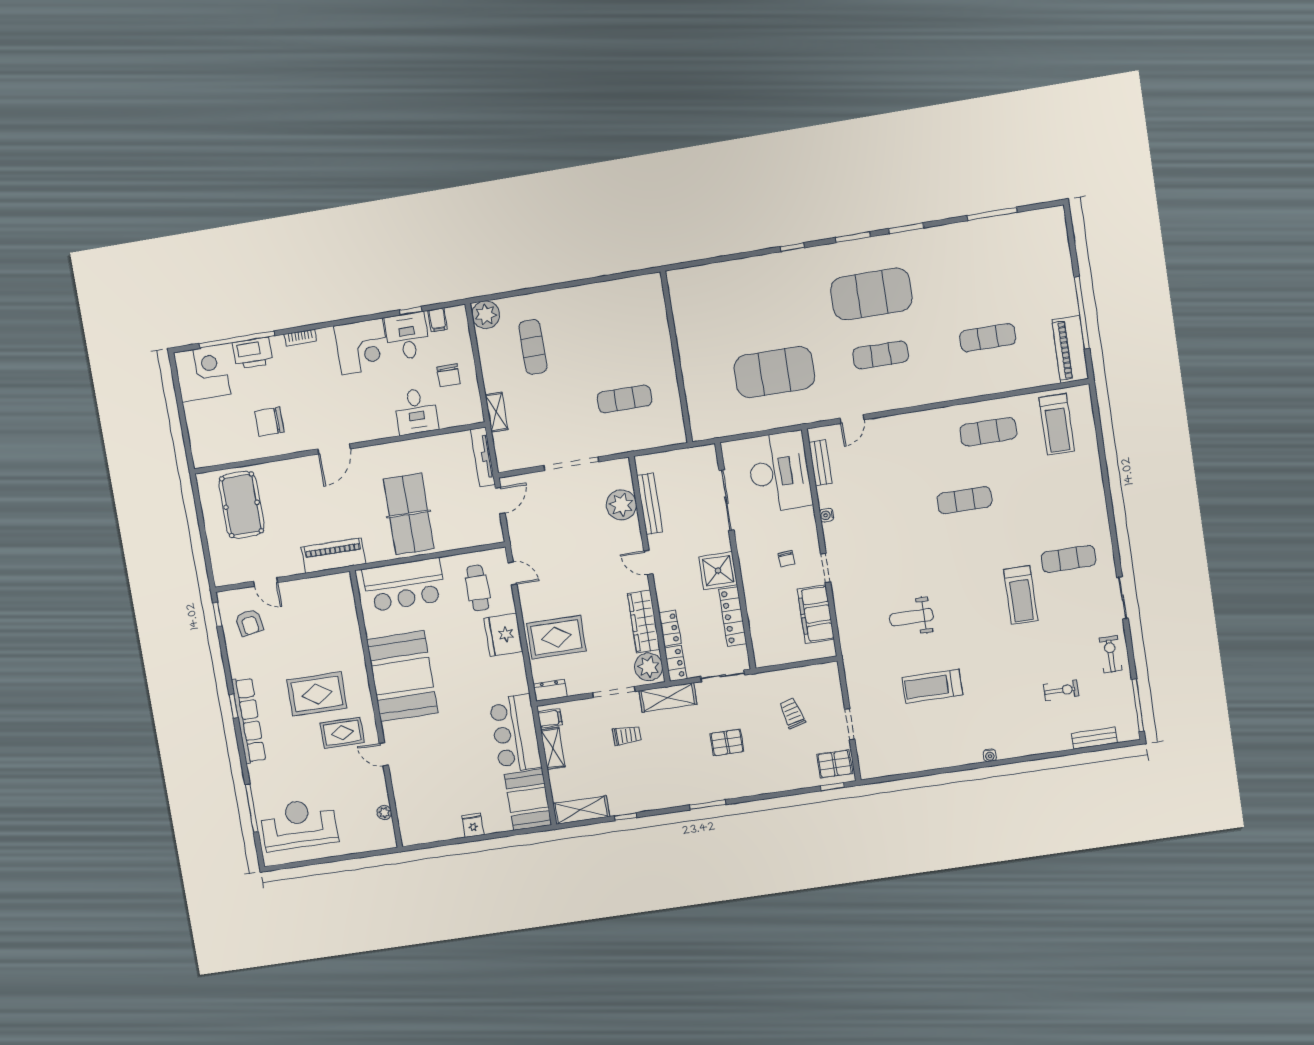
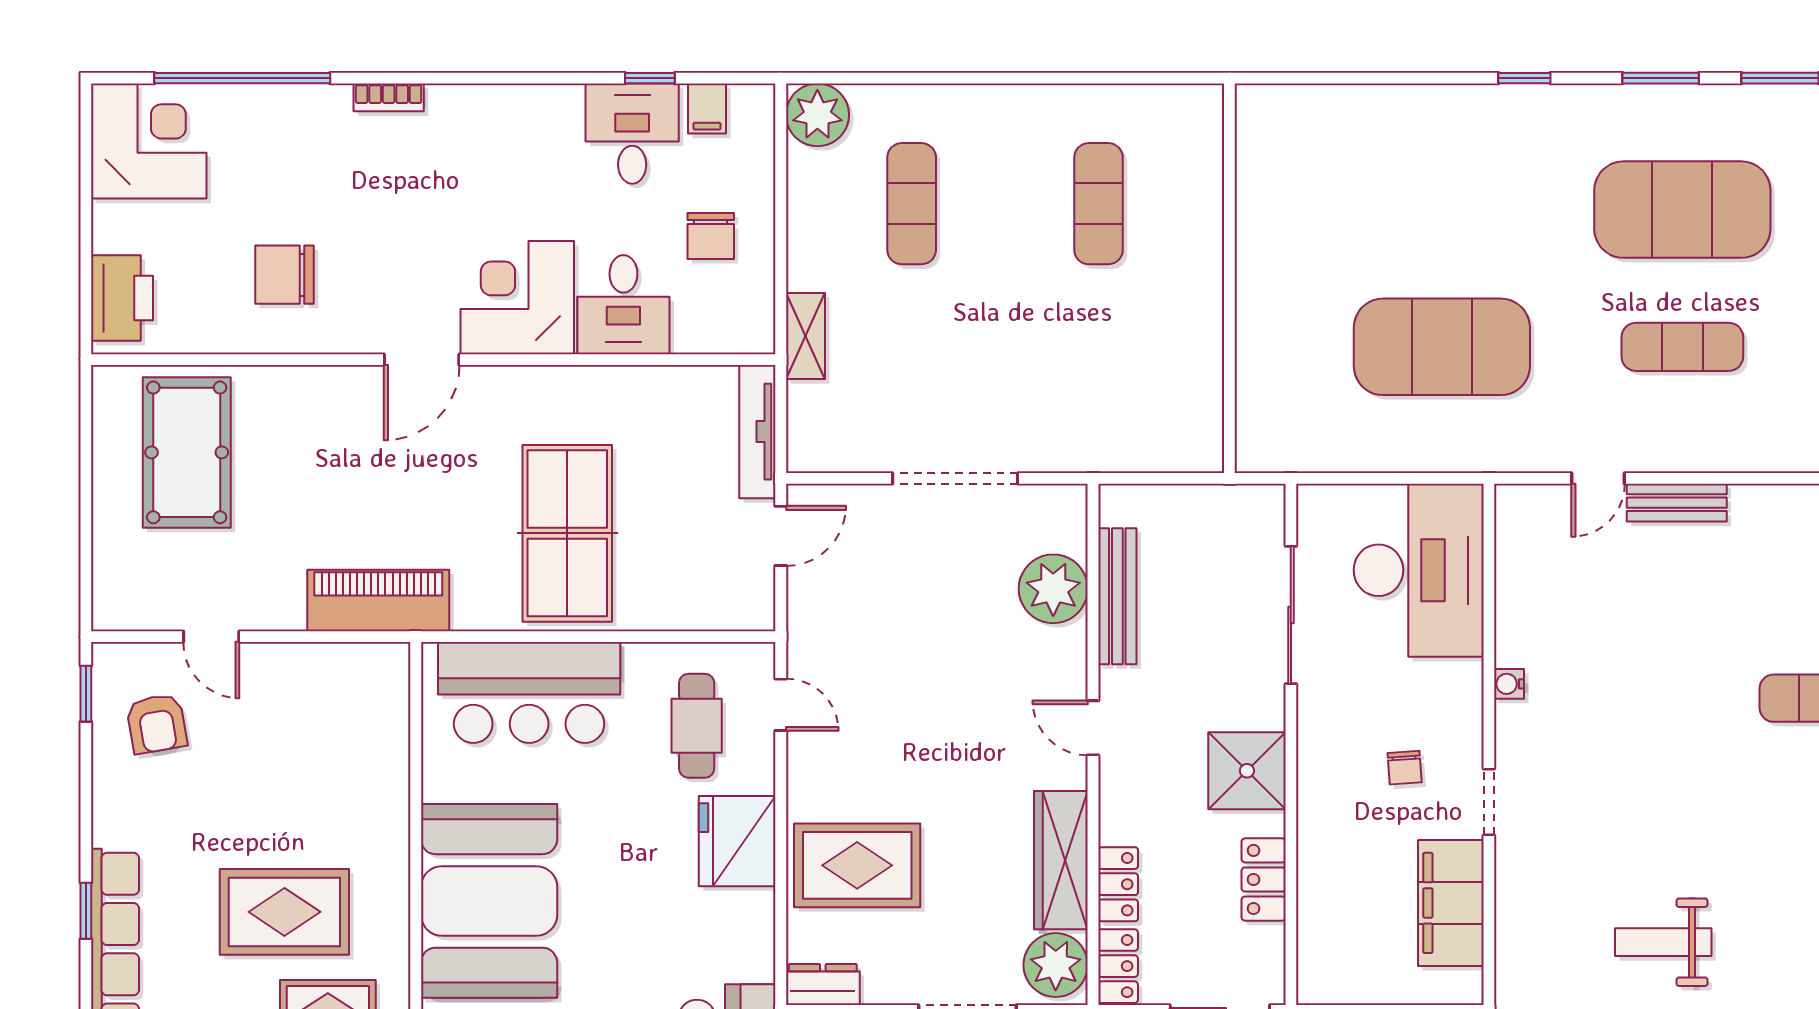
corner desk: (362, 347) -> (517, 298), moved, turned 180
printer: (253, 353) -> (122, 298), moved, turned -90
exercise mat: (625, 399) -> (1099, 204), moved, turned 90
bench: (820, 463) -> (1677, 503), moved, turned 90
locker: (733, 617) -> (1264, 879), width x0.66

